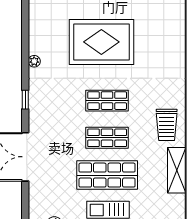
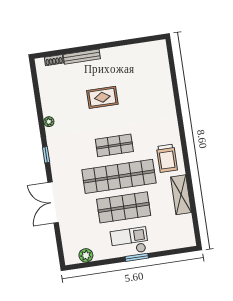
rug: (101, 42) -> (102, 97), width x0.54, depth x0.49
shop shelf: (107, 138) -> (119, 176), width x2.00, depth x1.36

